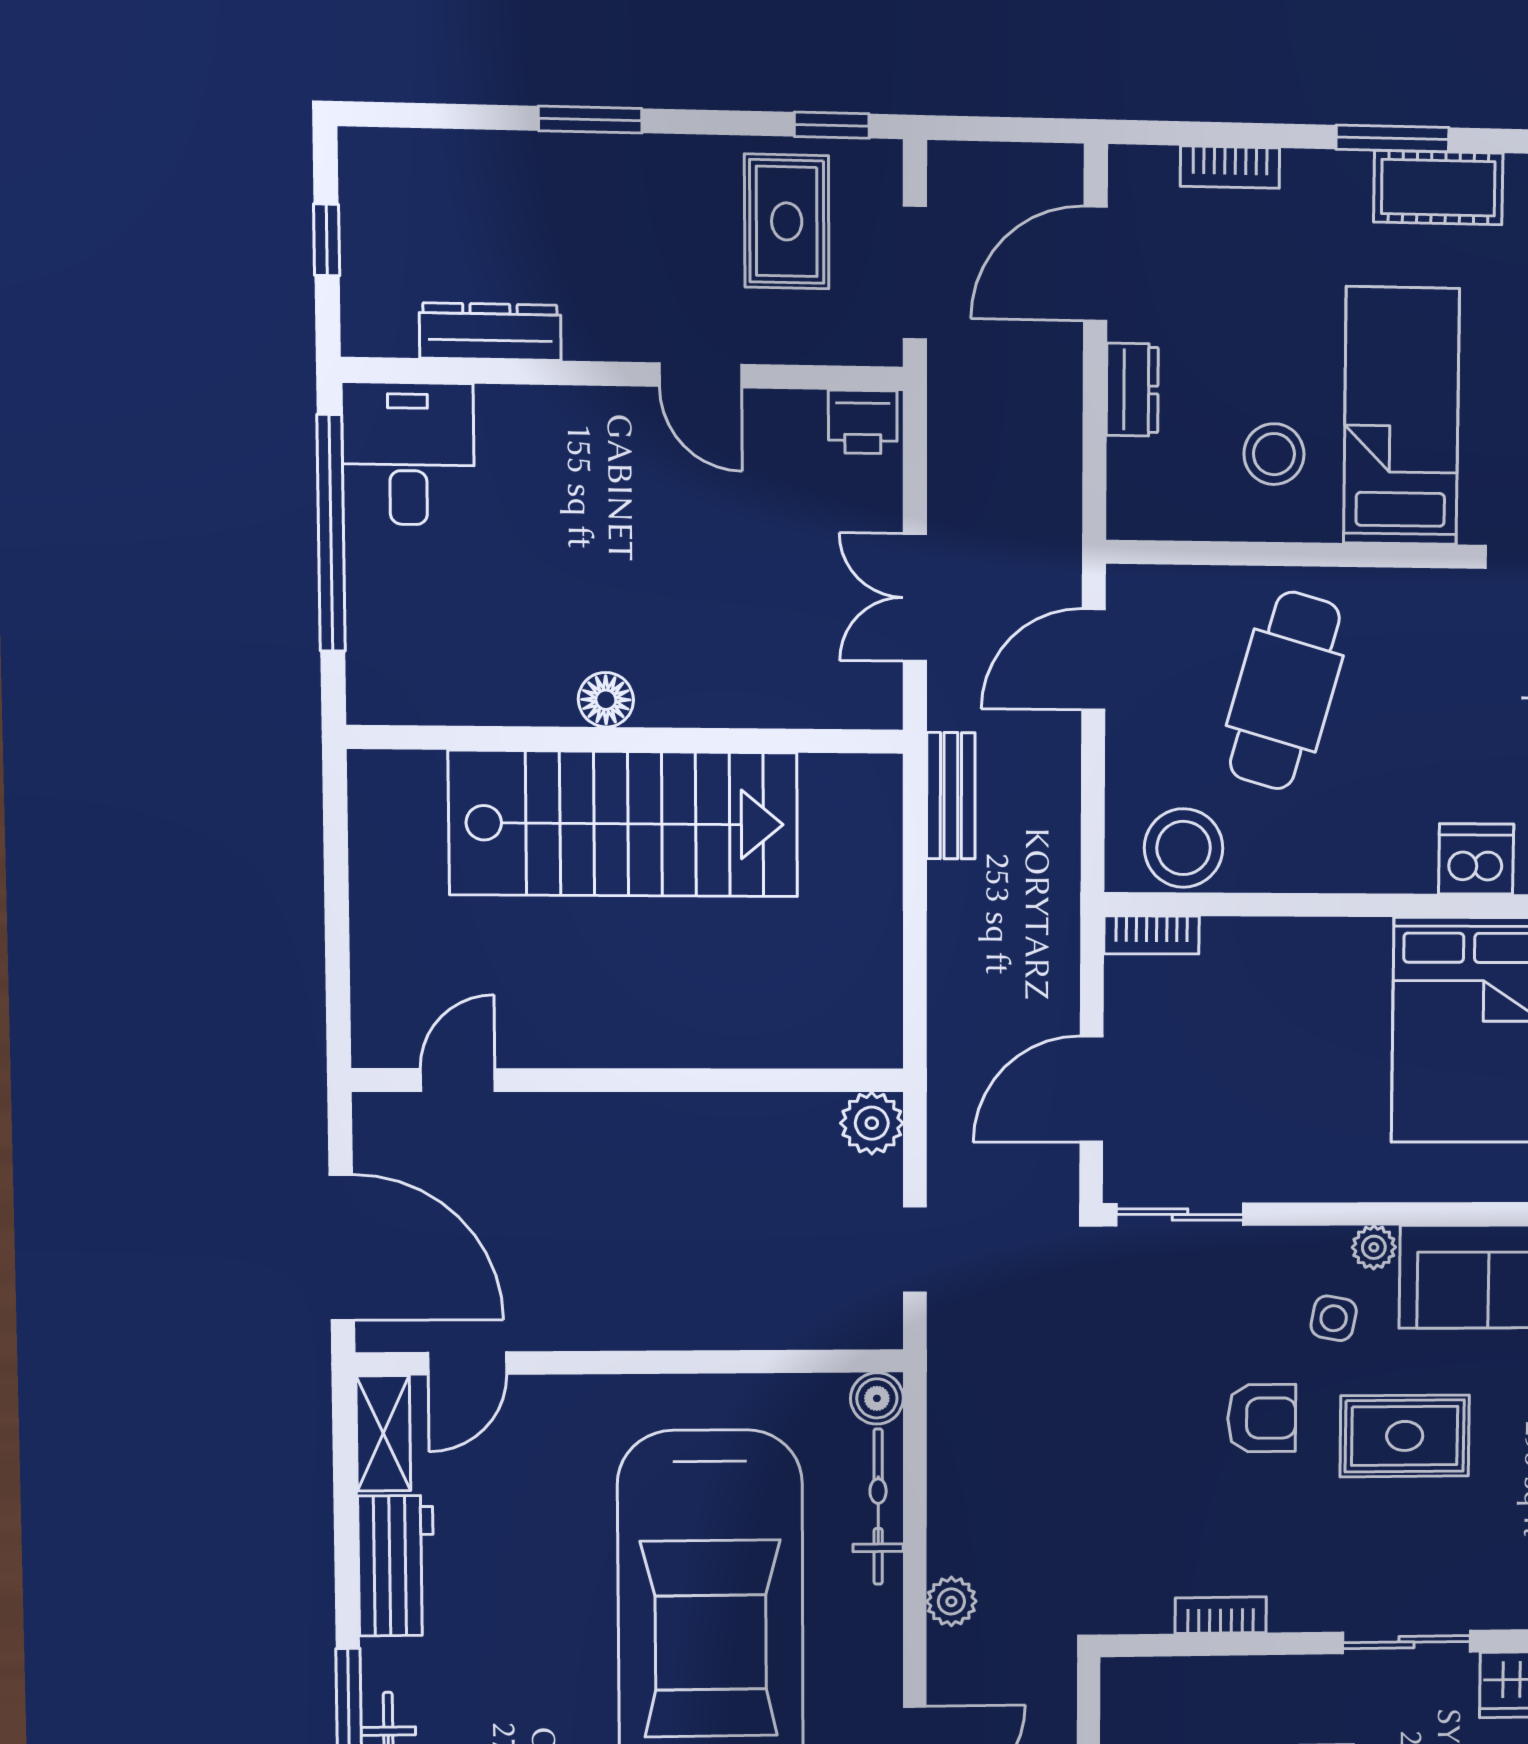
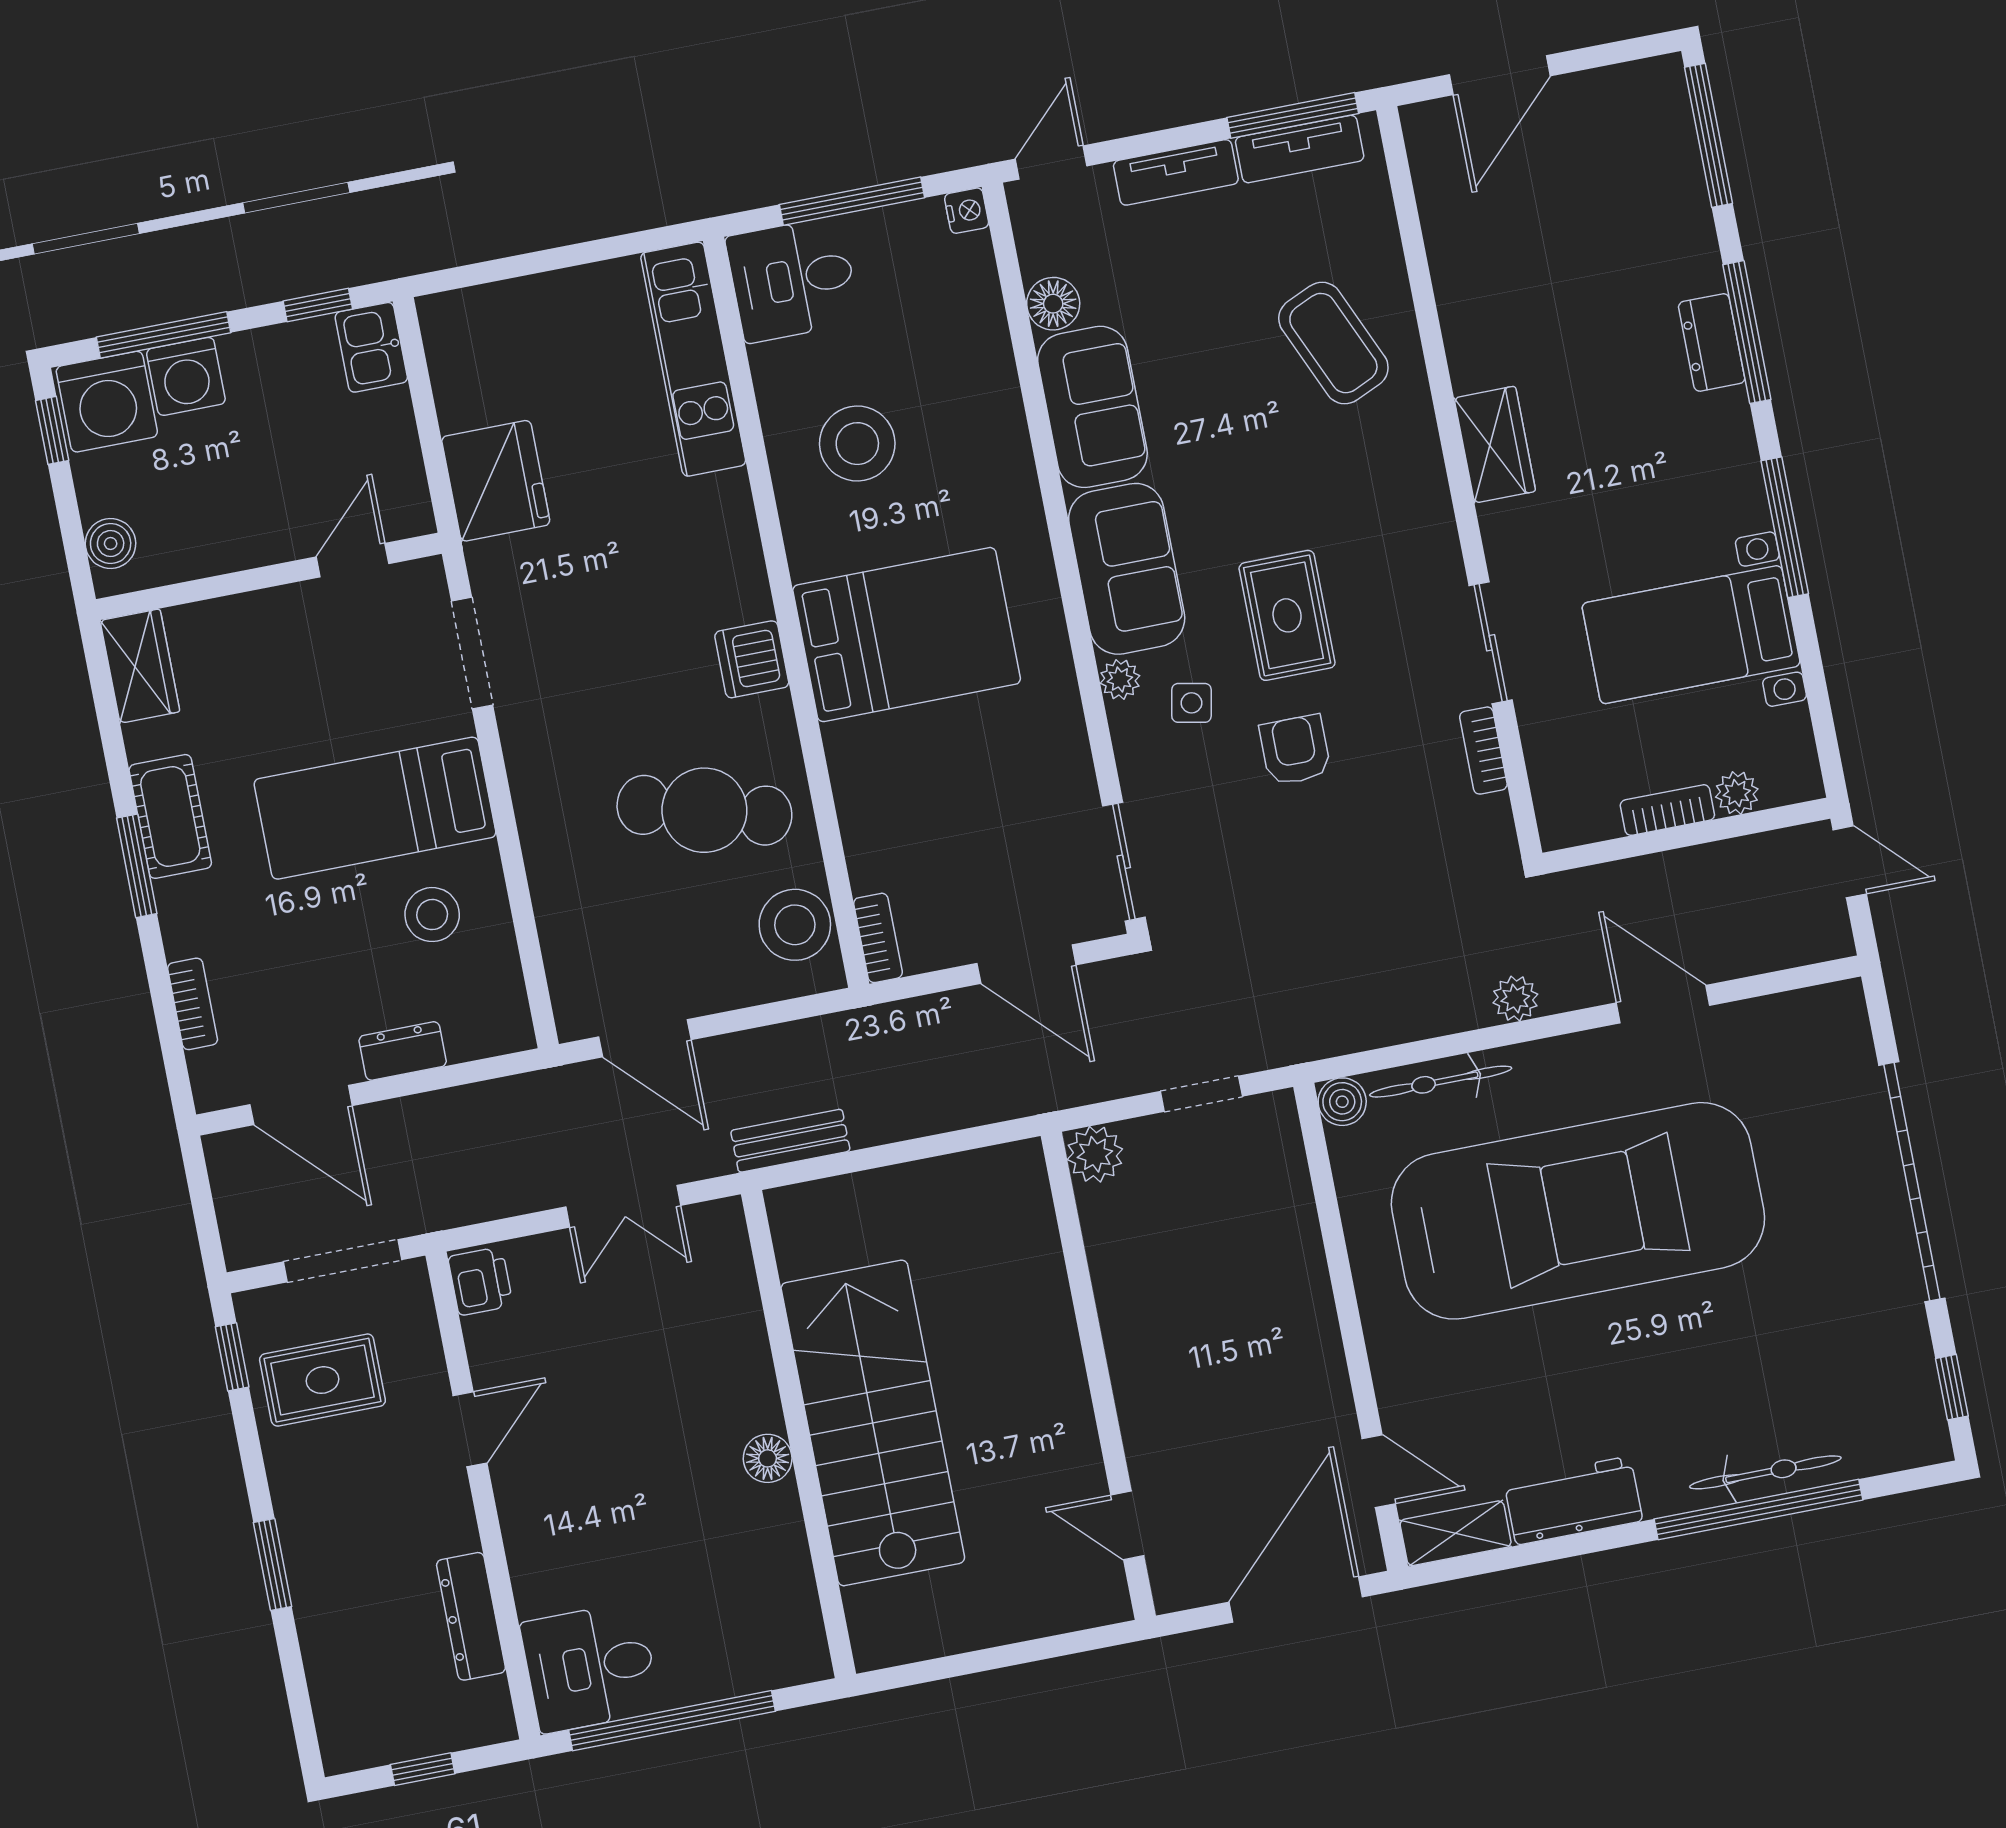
cafe table: (1285, 691) -> (704, 810), moved
sliding door: (1406, 1642) -> (1491, 643), moved

